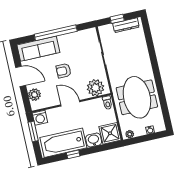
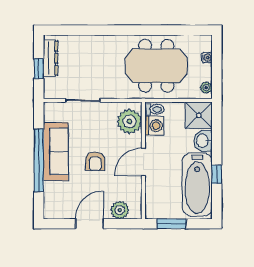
sofa: (38, 49) -> (56, 152), moved
washing machine: (40, 118) -> (154, 126), moved

